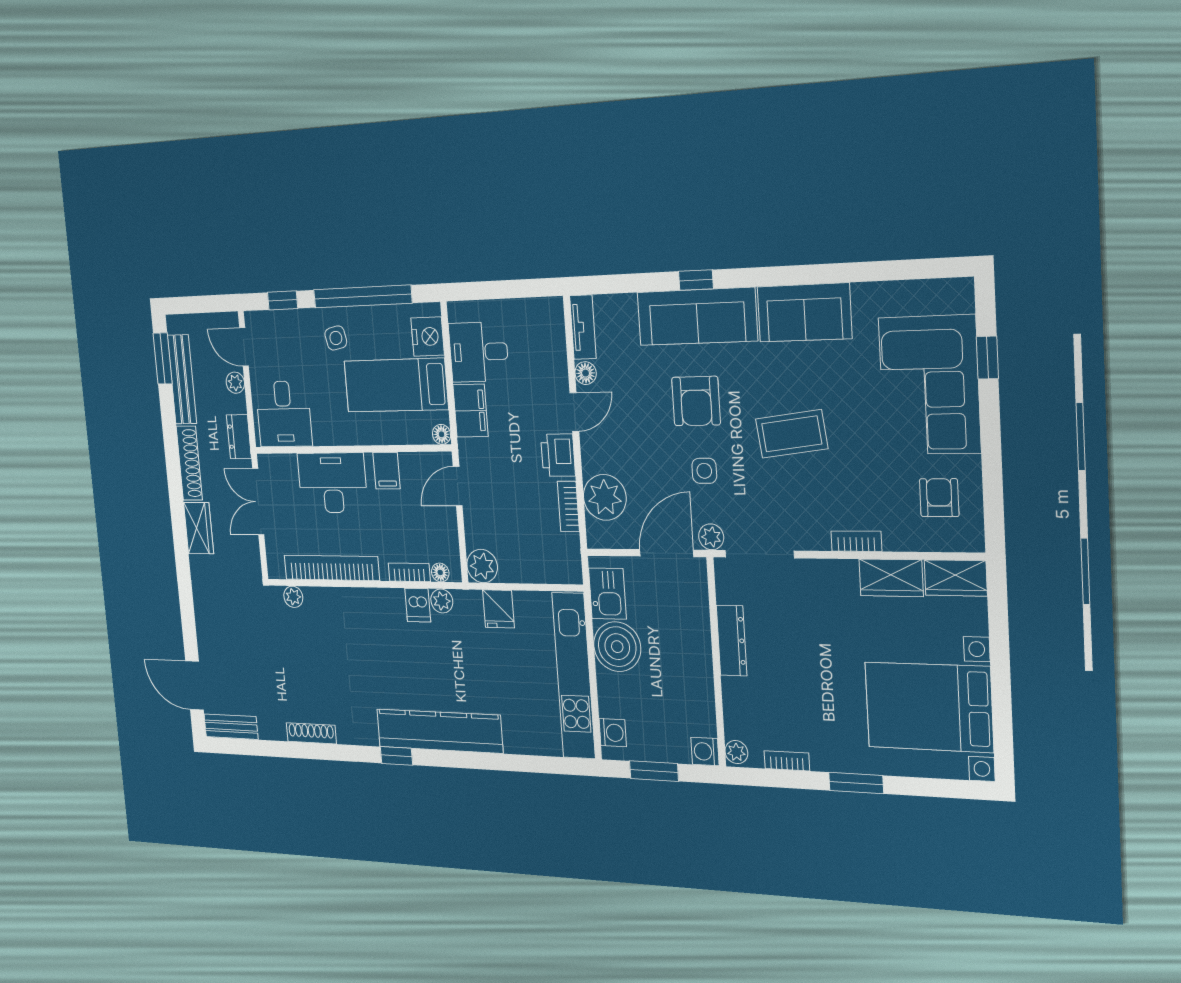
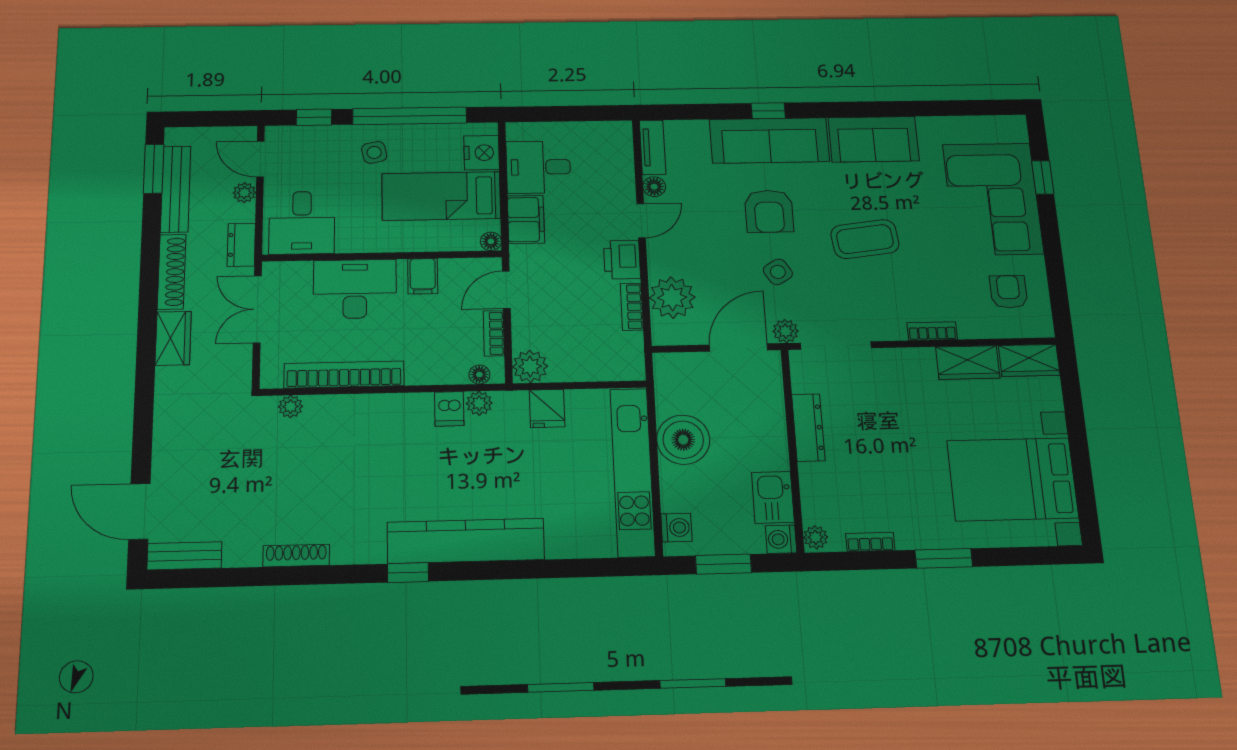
side table: (704, 471) -> (778, 272), turned -32
bookcase: (409, 572) -> (494, 333), moved, turned -90
kitchen sink: (607, 594) -> (773, 497), moved, turned 180

